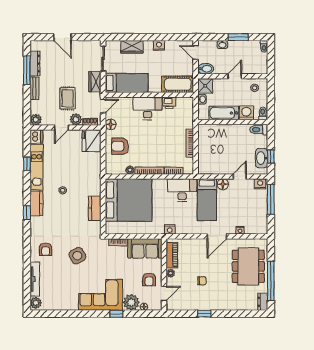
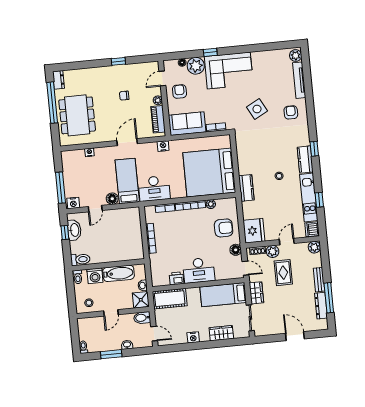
door: (103, 106) -> (245, 268), swing flipped
kitchen counter: (95, 208) -> (246, 188), moved
door: (217, 236) -> (127, 142), moved

